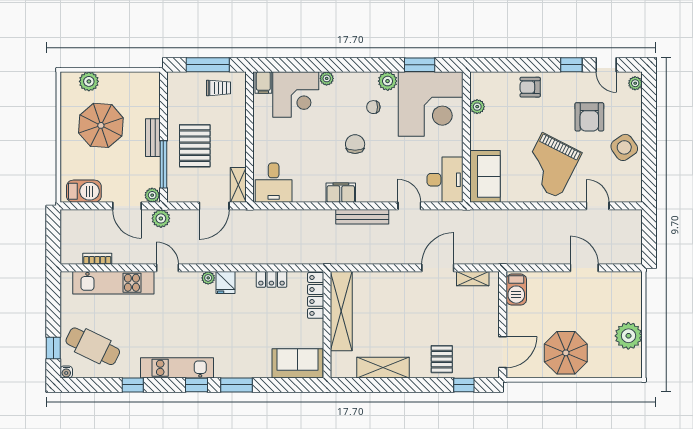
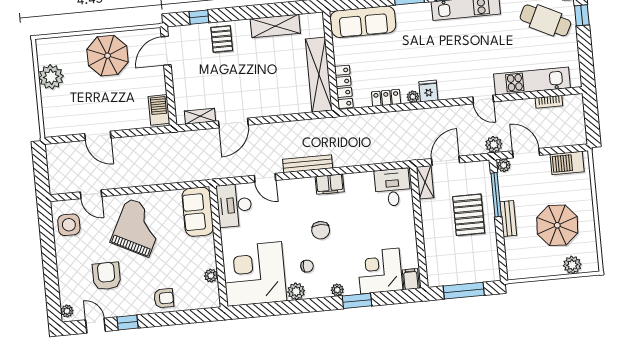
window: (420, 65) -> (357, 301), moved
plant: (327, 78) -> (337, 290), moved
trolley: (219, 88) -> (452, 270), removed
side table: (624, 147) -> (69, 225), moved, turned 35
plant: (208, 278) -> (413, 97), moved
sofa: (298, 363) -> (363, 22), width x1.36

